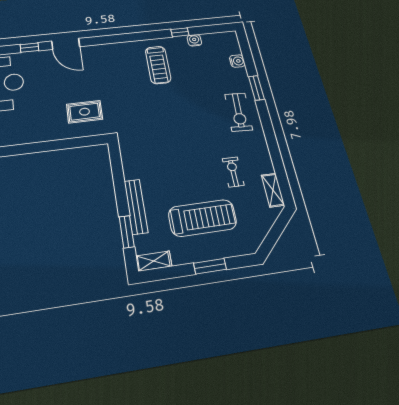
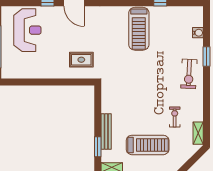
water cooler: (194, 40) -> (170, 11), removed
treadmill: (158, 65) -> (139, 29), width x1.37, depth x1.38

